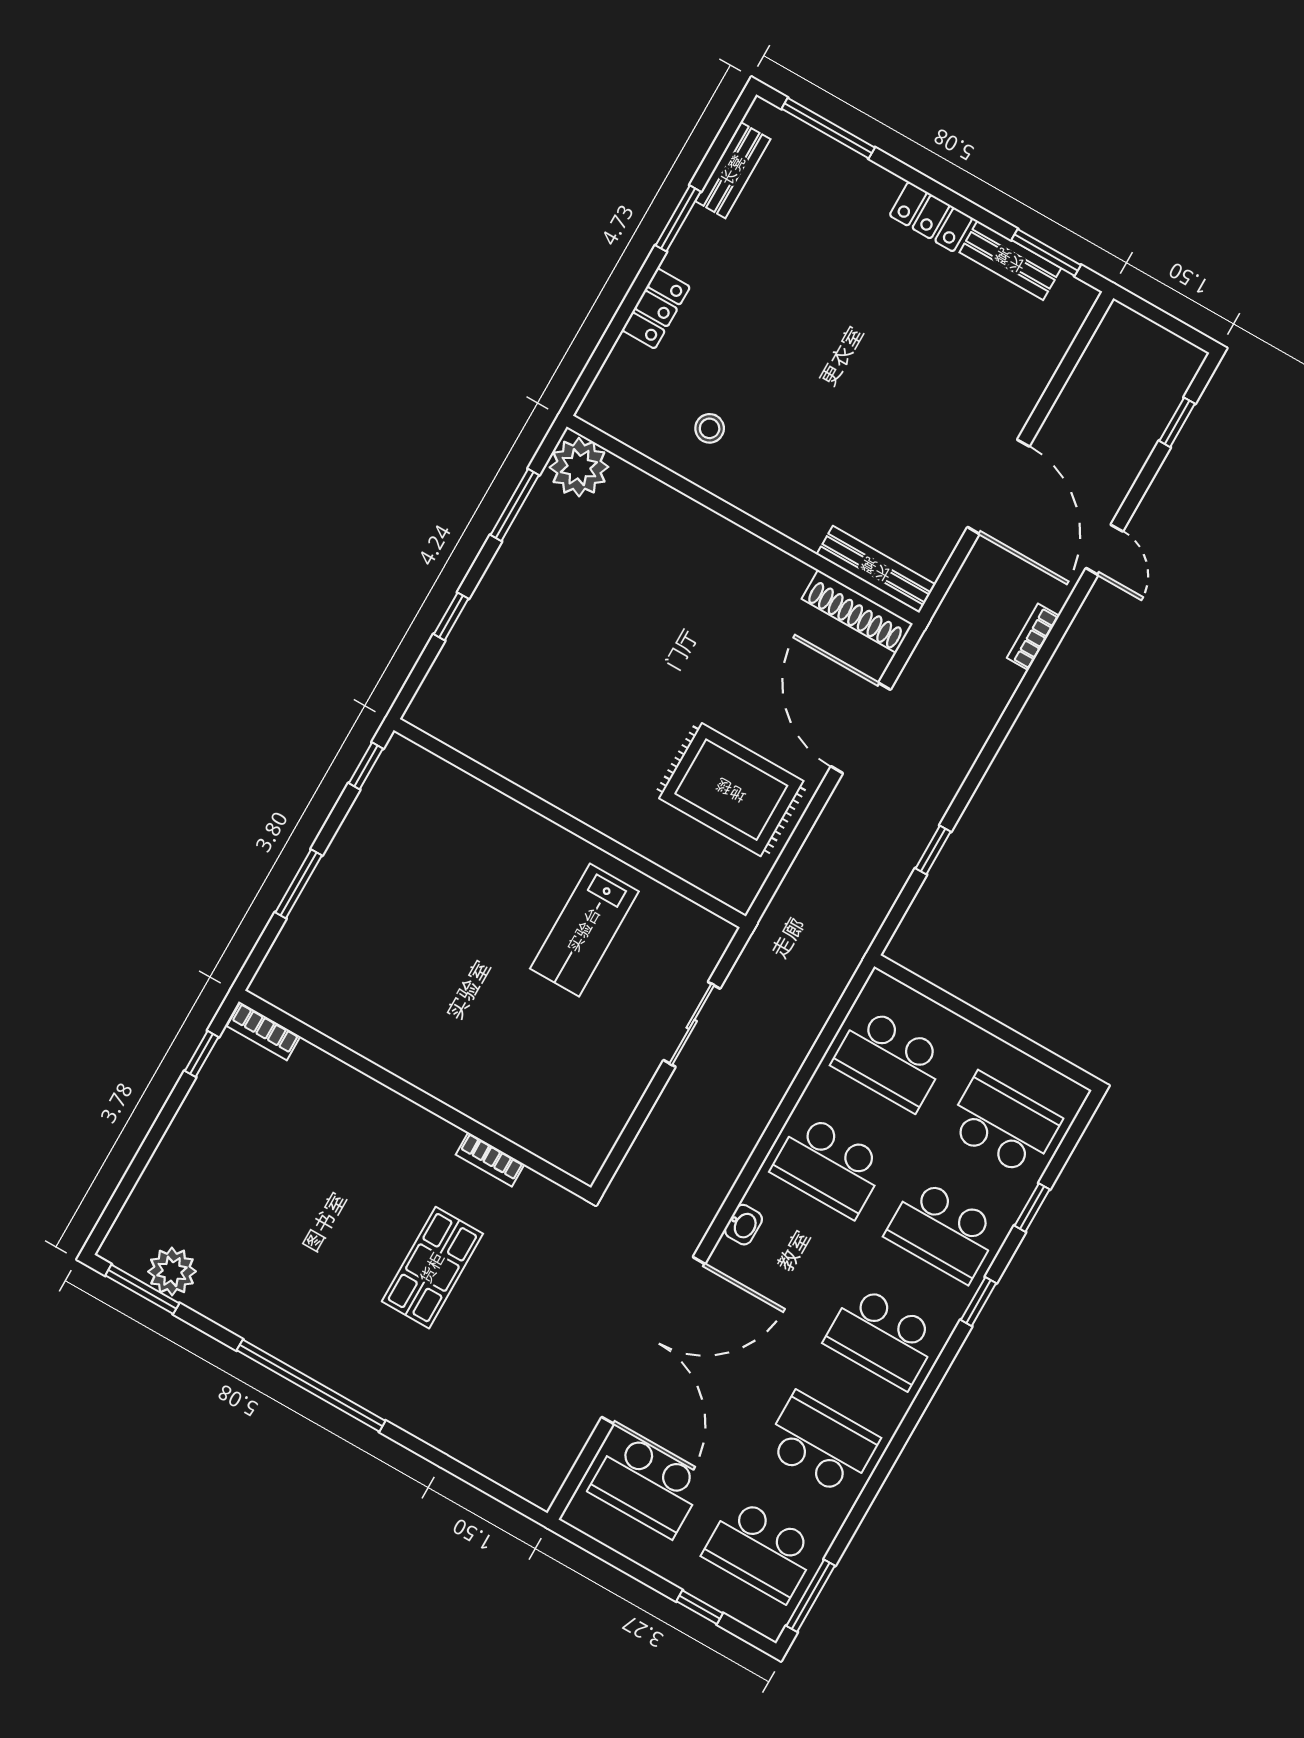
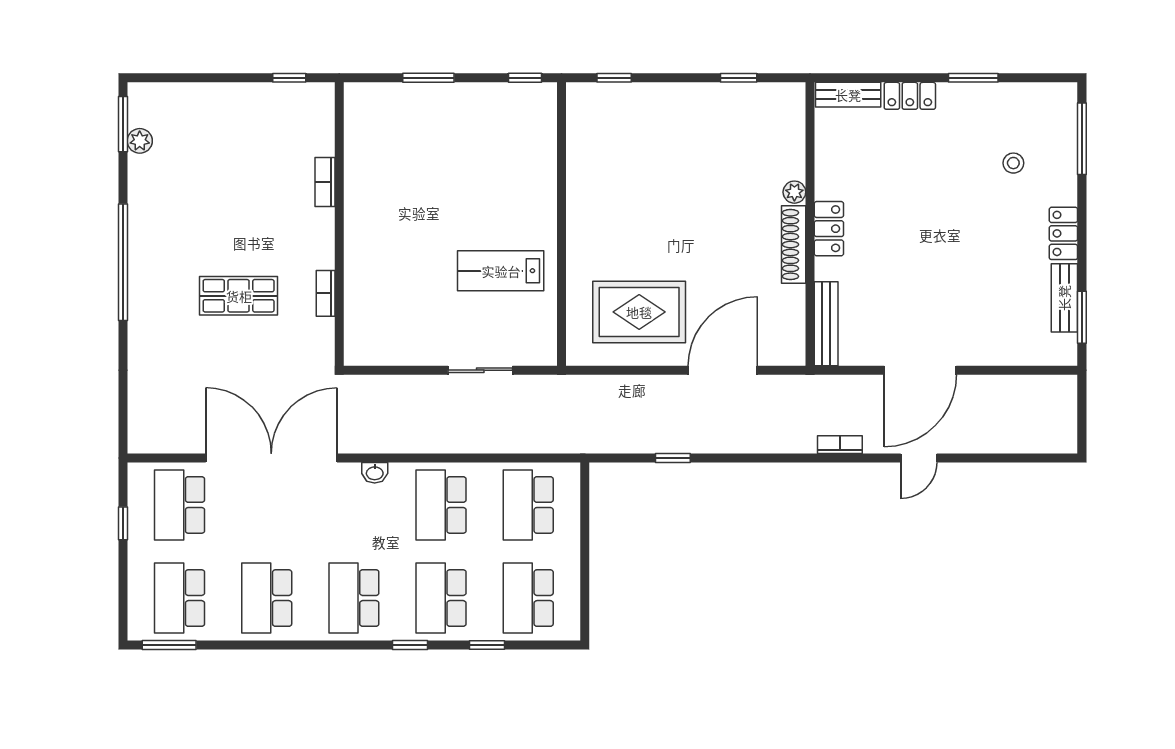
bench: (733, 170) -> (848, 95), moved
window: (1177, 422) -> (1023, 458), removed
stool: (710, 428) -> (1013, 163), moved
plant: (579, 467) -> (794, 192), moved, width x0.53, depth x0.53
locker: (762, 500) -> (829, 229), added
window: (515, 505) -> (739, 78), width x0.67
shoe rack: (857, 611) -> (794, 245), moved
window: (451, 616) -> (614, 78), moved
rug: (731, 790) -> (639, 312), turned 90
bookcase: (264, 1031) -> (325, 182), moved
school desk: (1003, 1124) -> (528, 598), turned 180
plant: (172, 1271) -> (140, 141), width x0.73, depth x0.73
double door: (653, 1340) -> (271, 458), swing flipped
school desk: (821, 1444) -> (267, 598), turned 180
window: (700, 1607) -> (123, 523), moved

